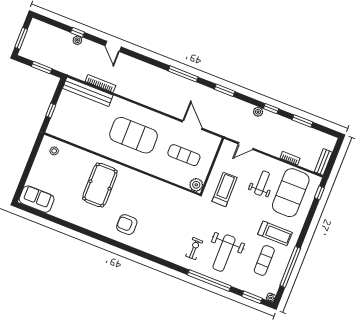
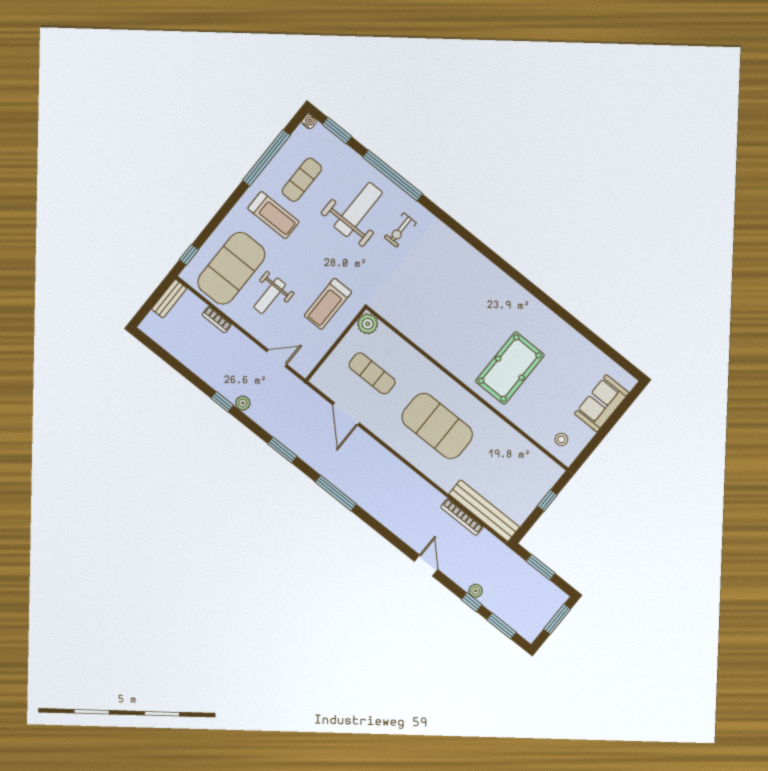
window: (302, 121) -> (501, 626), moved
sofa: (37, 199) -> (602, 403), moved, turned 90
armchair: (127, 225) -> (489, 297), removed
treadmill: (275, 233) -> (273, 215), turned 180

